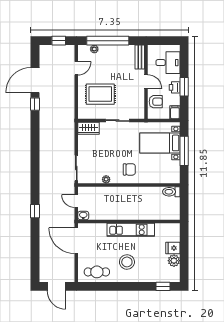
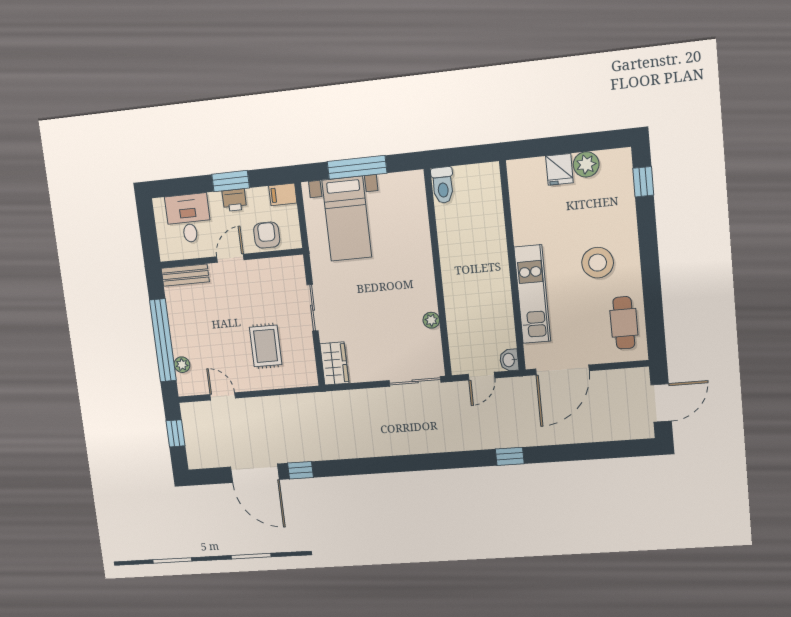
rug: (100, 94) -> (266, 346), width x0.73, depth x0.70
chair: (129, 169) -> (407, 275), removed
kitchen unit: (131, 230) -> (532, 294), moved

